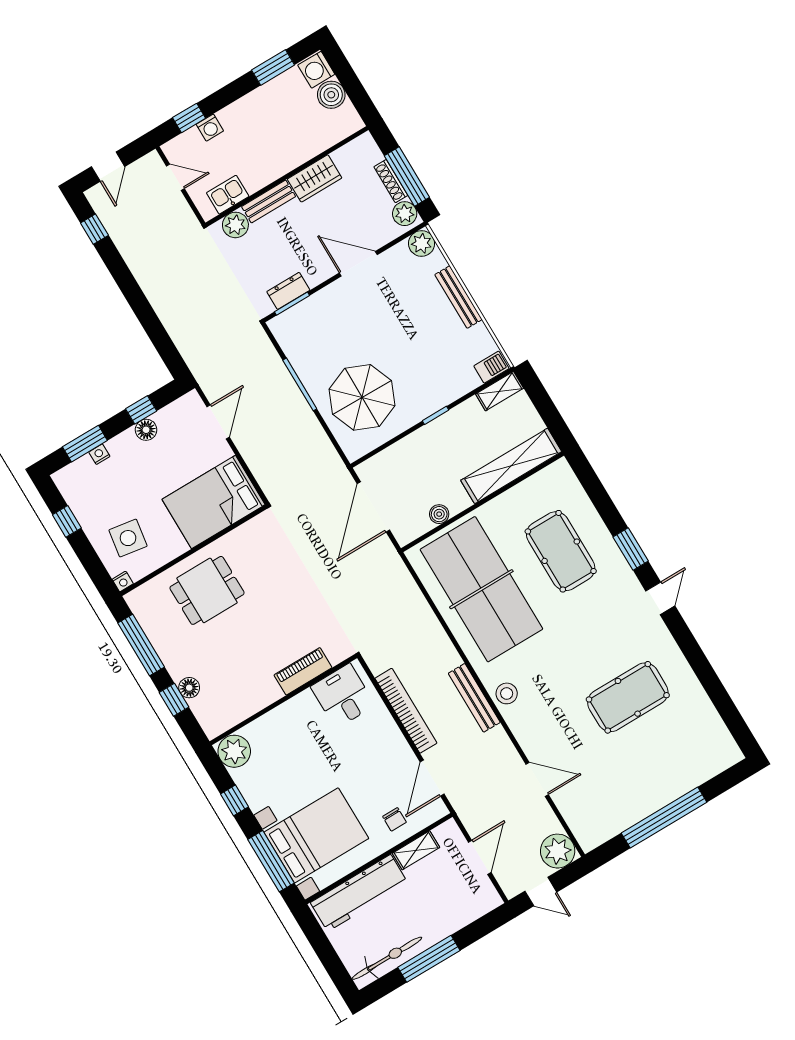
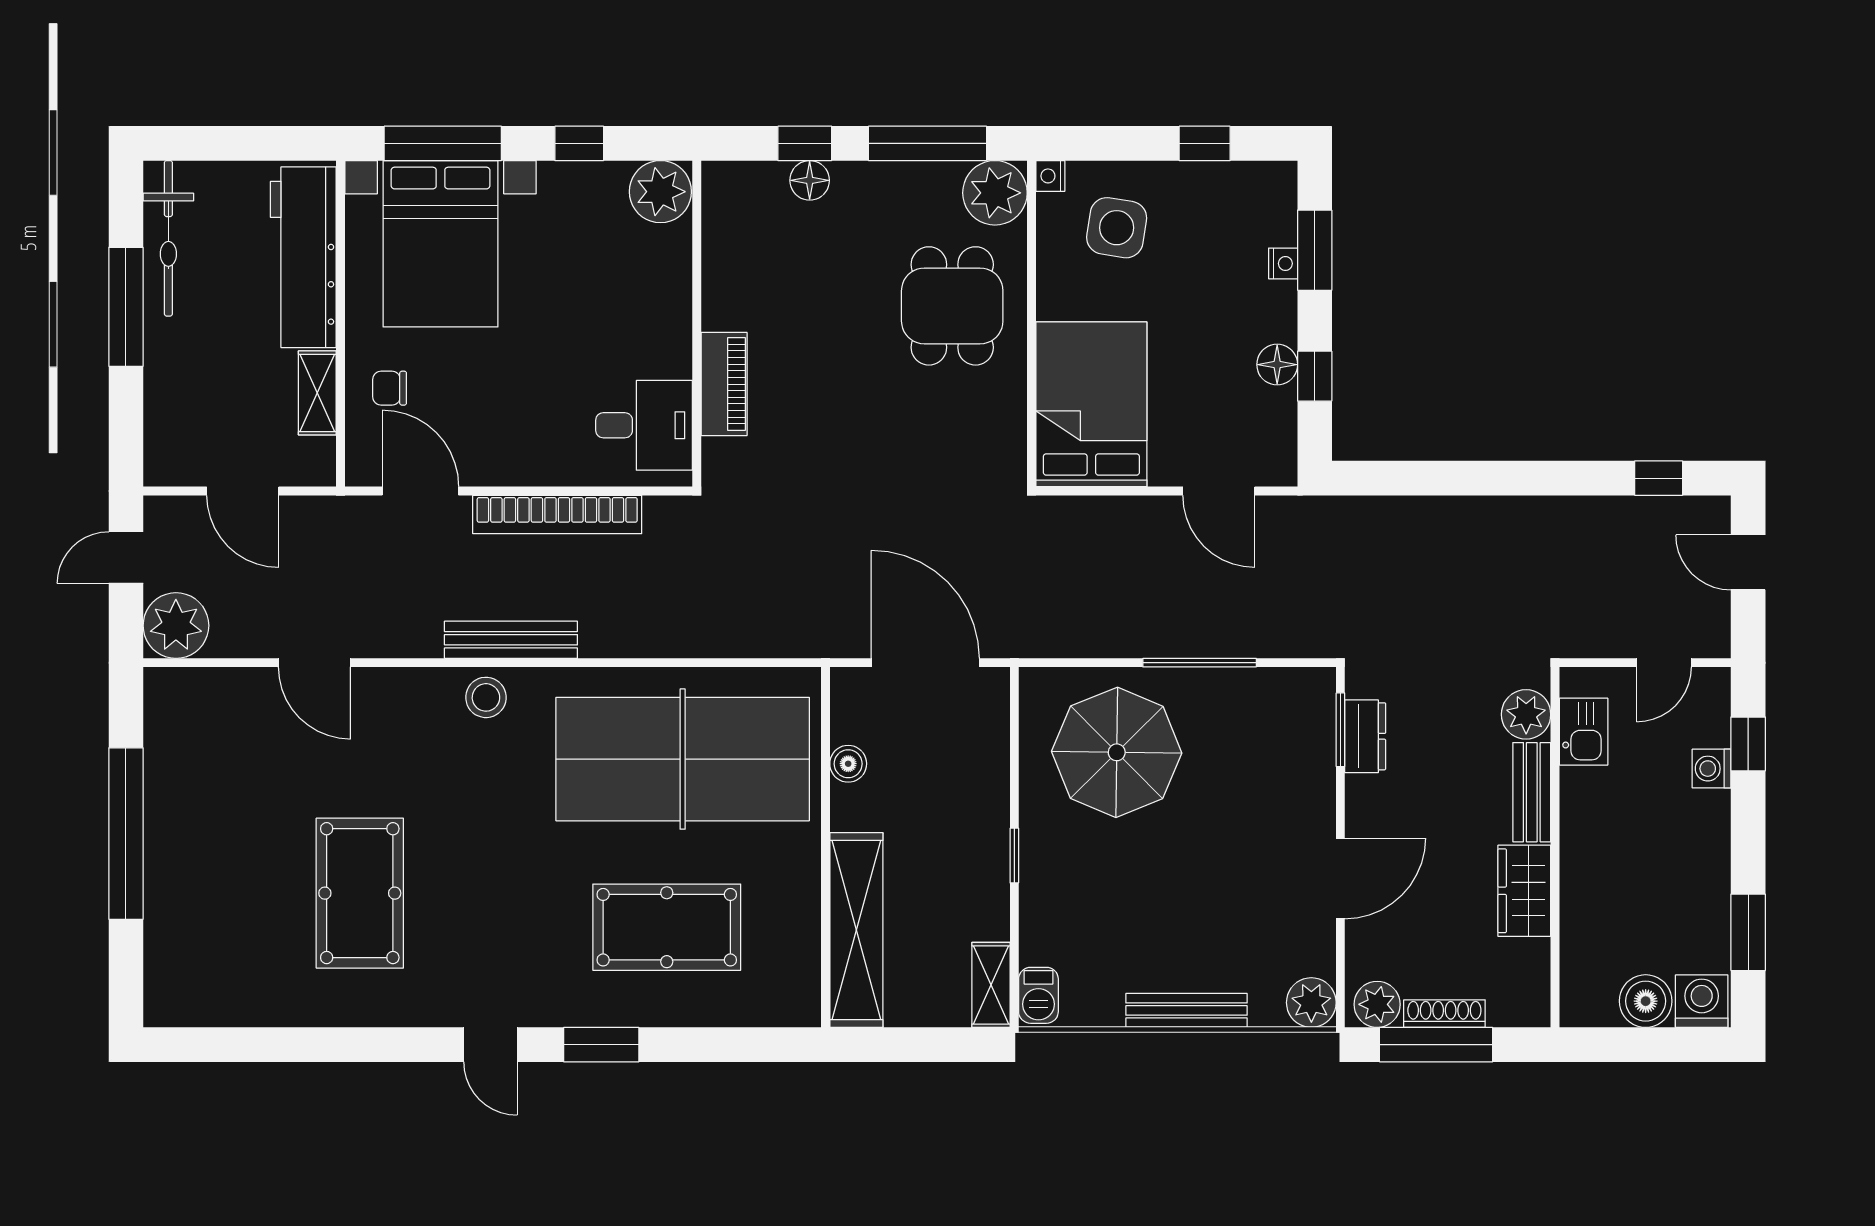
plant: (145, 602) -> (995, 193), added
door: (537, 779) -> (314, 663), hinge flipped

